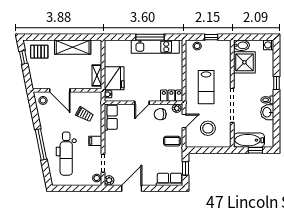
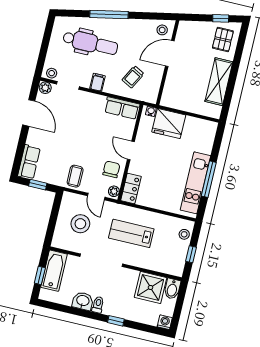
shelving: (97, 76) -> (177, 103), removed
dental chair: (66, 154) -> (90, 43), turned 180

